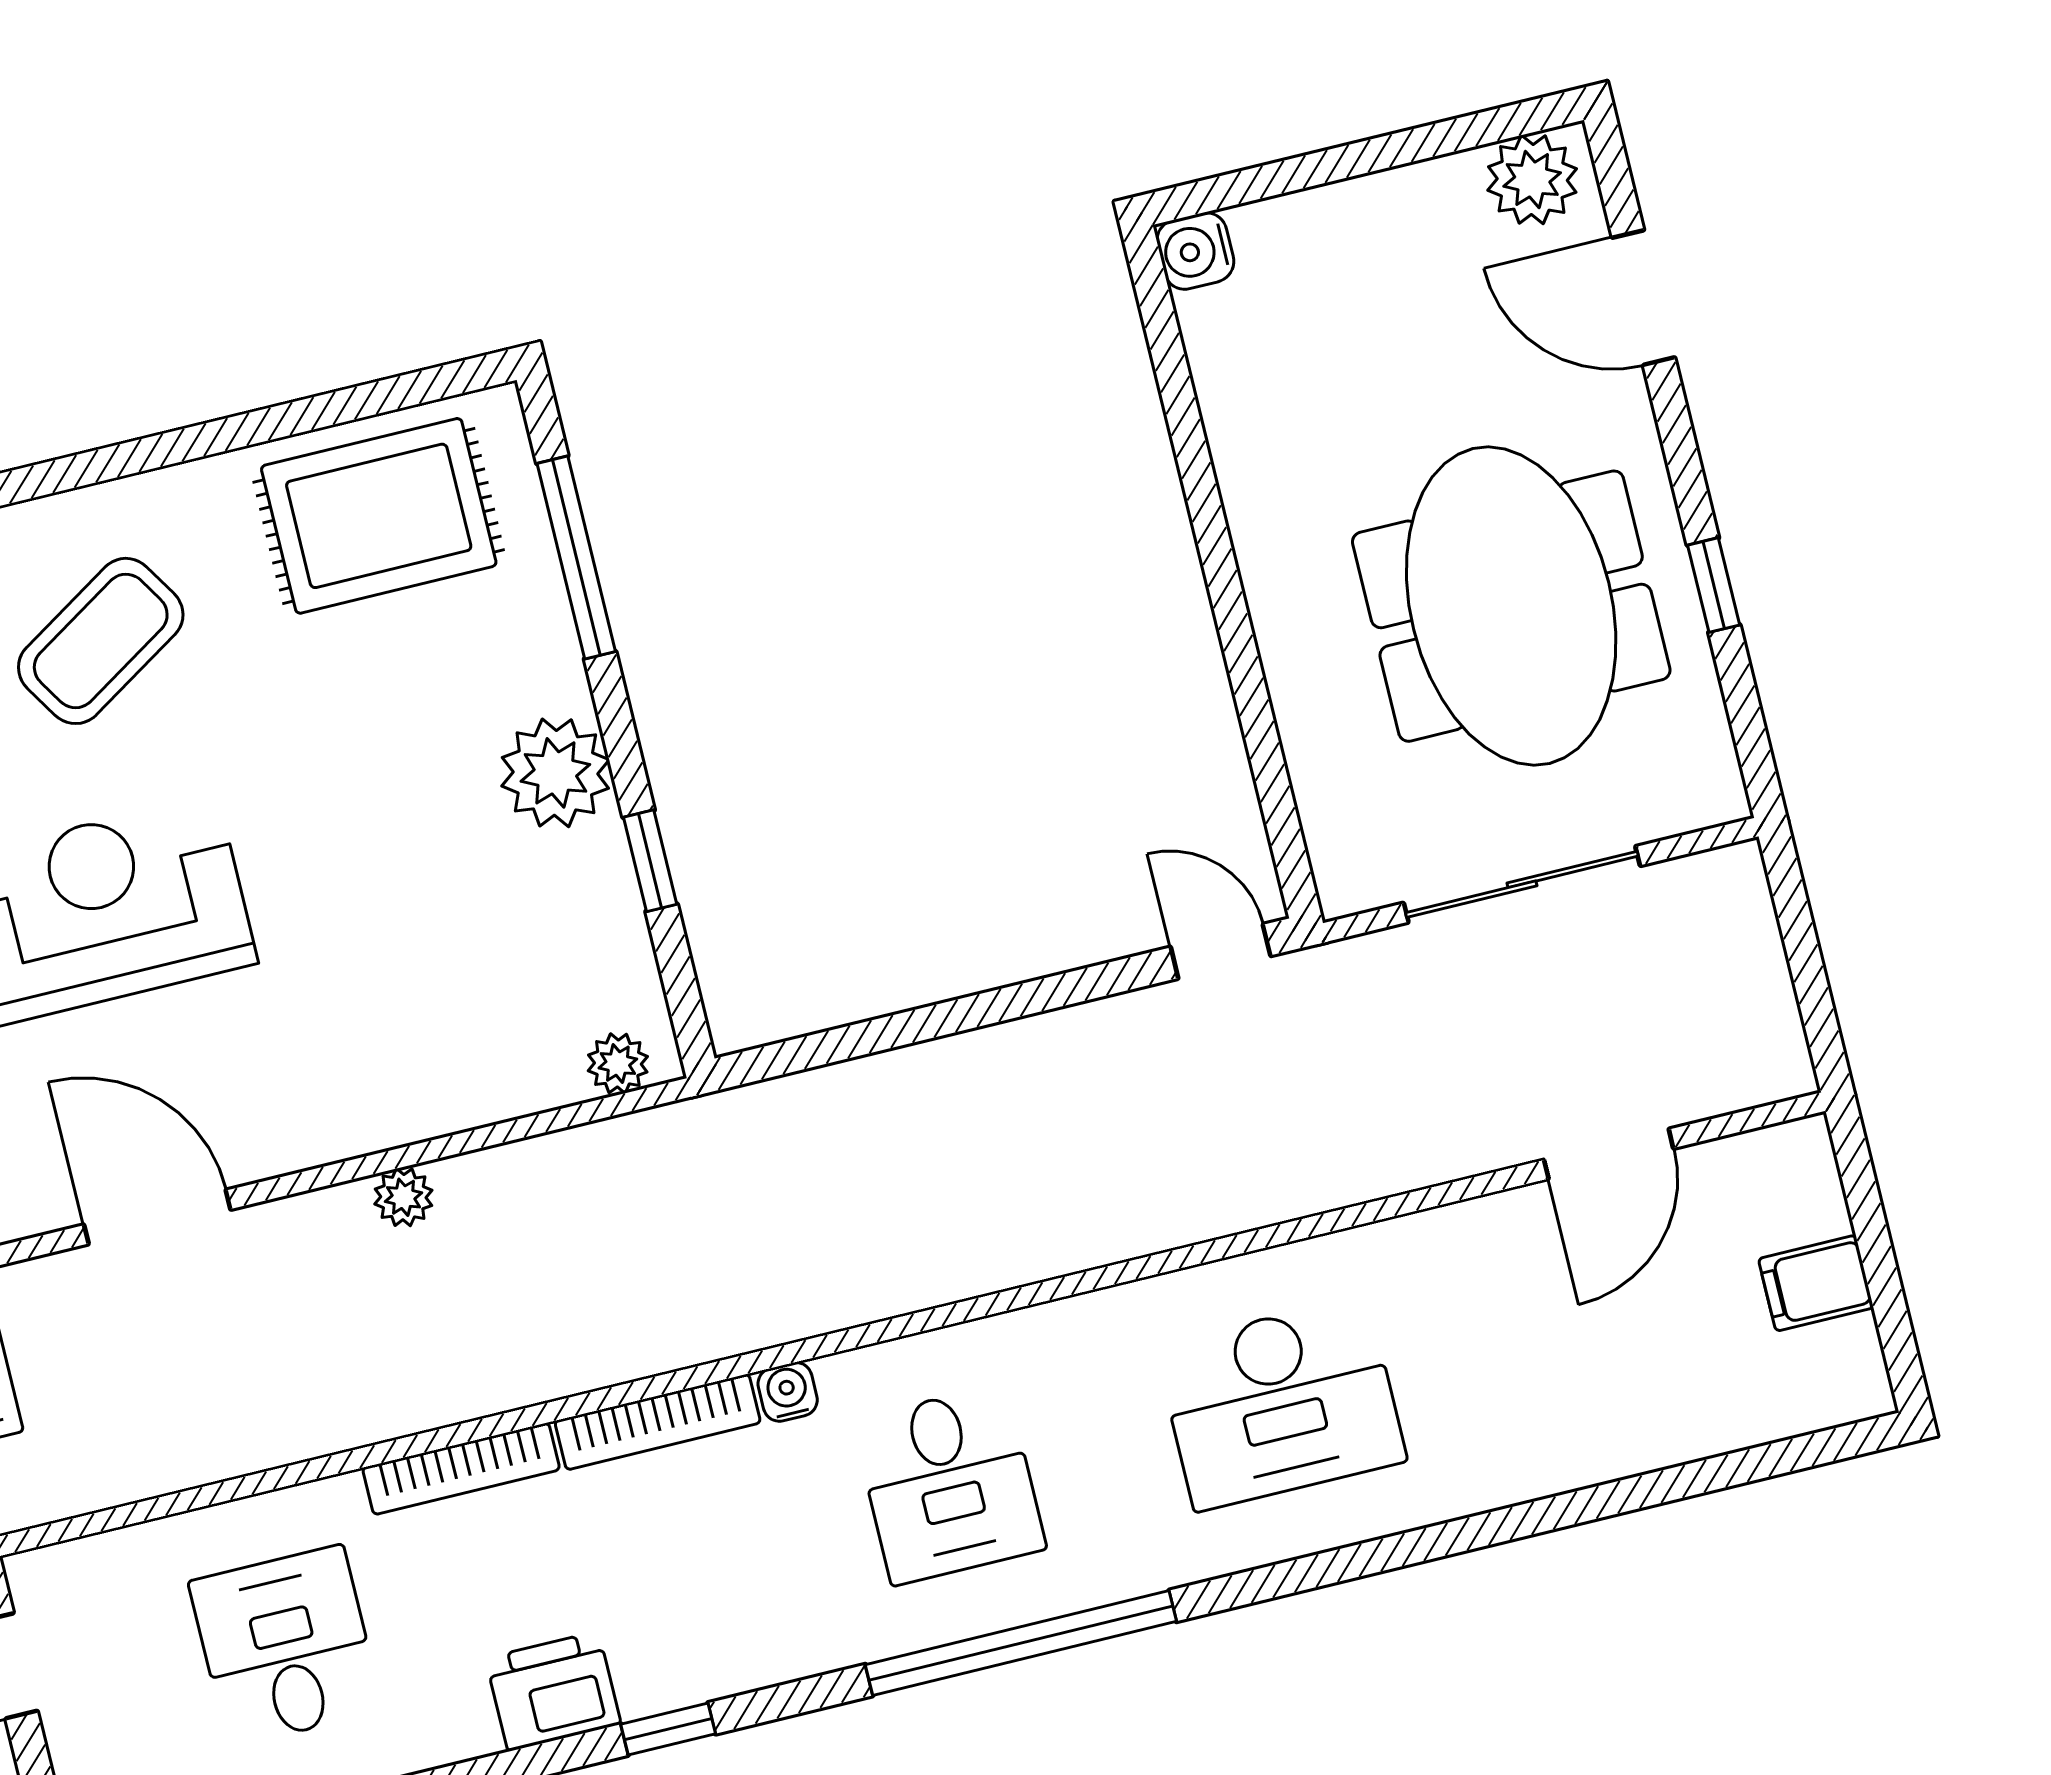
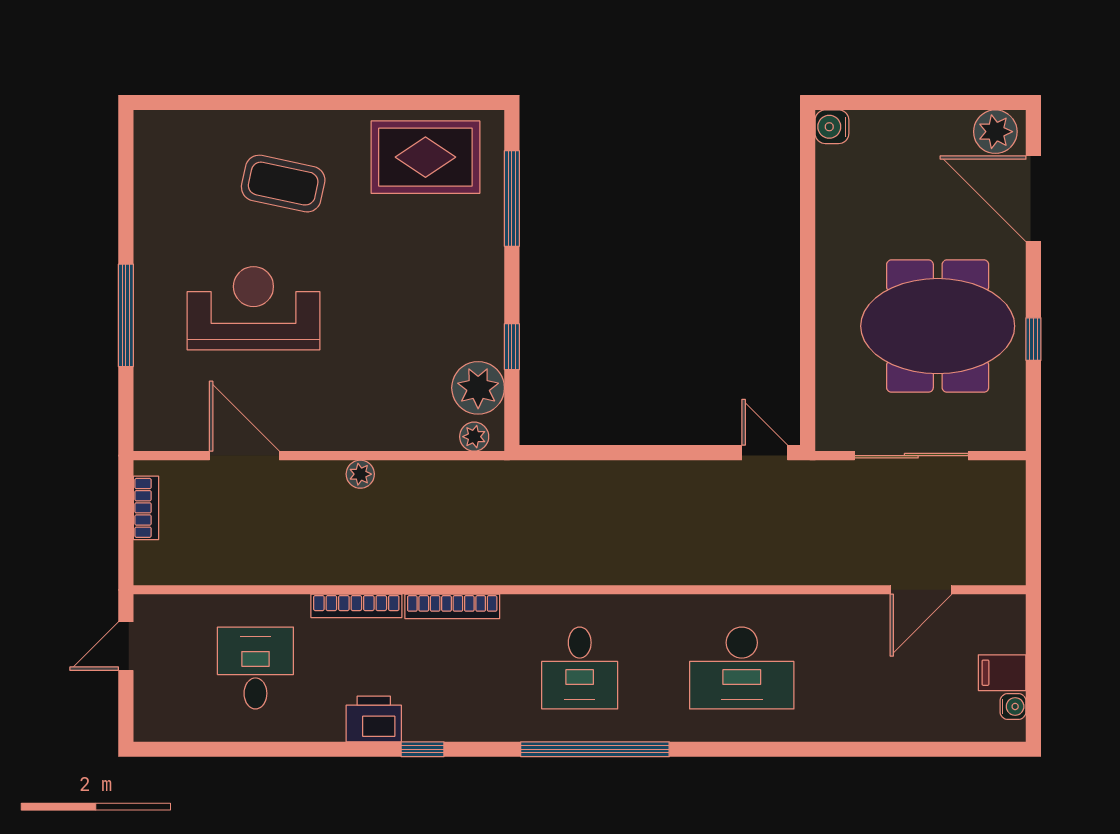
door: (1644, 298) -> (1033, 199), width x1.36
meeting table: (1511, 606) -> (938, 326), turned 90
coffee table: (101, 641) -> (283, 184), turned 44
plant: (555, 773) -> (478, 388), moved
water cooler: (788, 1392) -> (1013, 706), moved, turned 90

